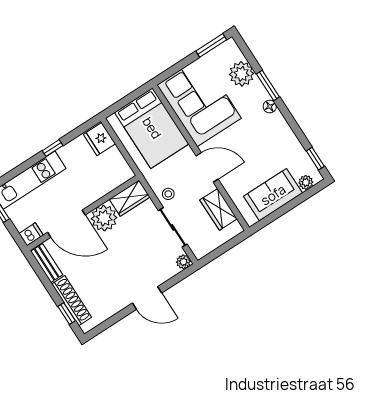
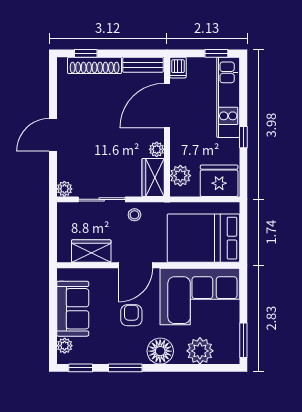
window: (268, 85) -> (125, 368), moved
floor lamp: (270, 107) -> (160, 351), width x1.89, depth x1.89
fridge: (99, 139) -> (219, 181), width x1.36, depth x1.34
armchair: (248, 146) -> (131, 315), added
plant: (114, 178) -> (180, 176), added
plant: (104, 218) -> (157, 149), width x0.53, depth x0.53

